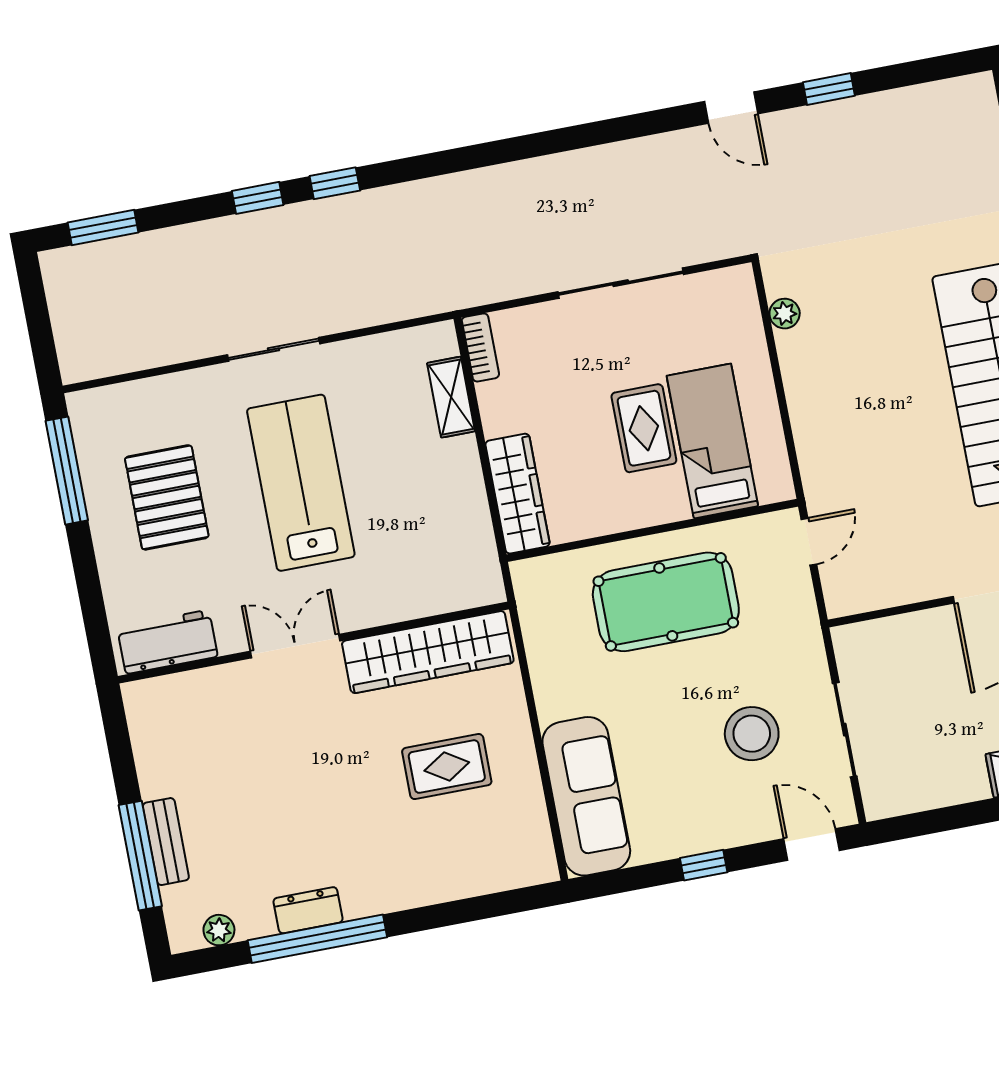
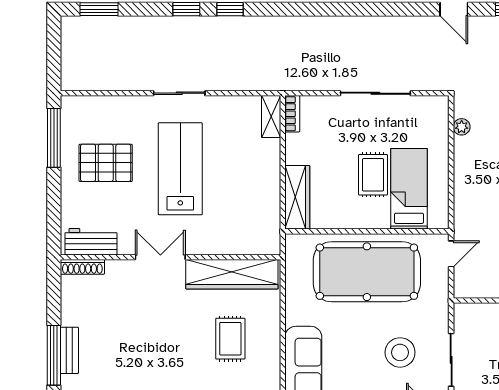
shelving: (451, 397) -> (271, 117), moved
pallet: (167, 497) -> (106, 163), turned 90
pool table: (666, 602) -> (367, 272), width x1.36, depth x1.32
shoe rack: (161, 689) -> (82, 267), added
rug: (447, 767) -> (230, 339), turned 90

